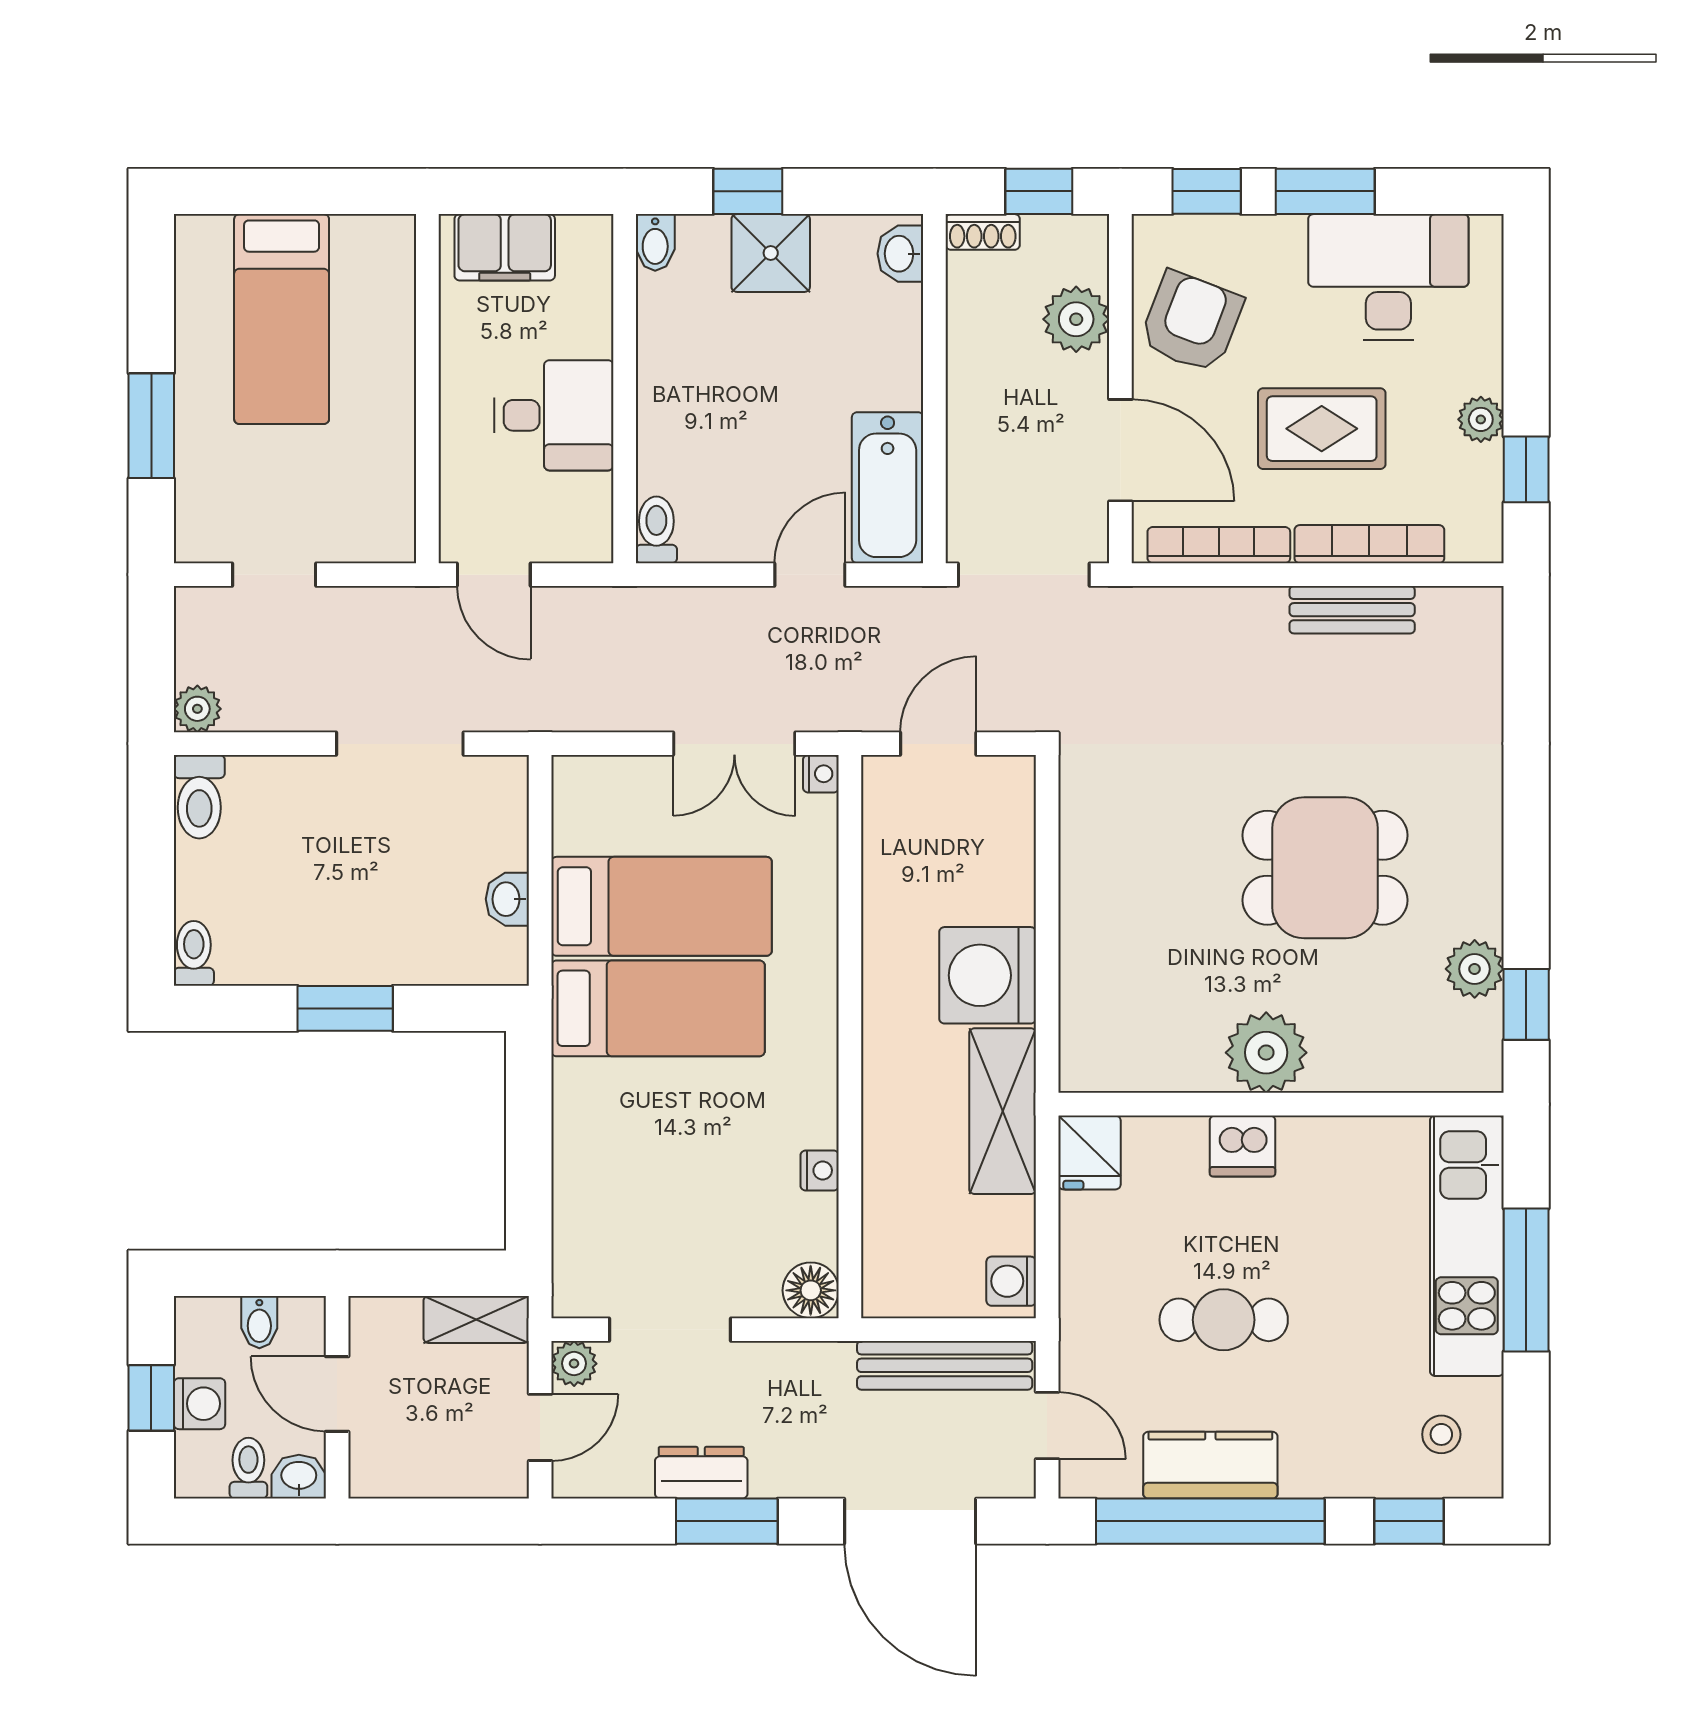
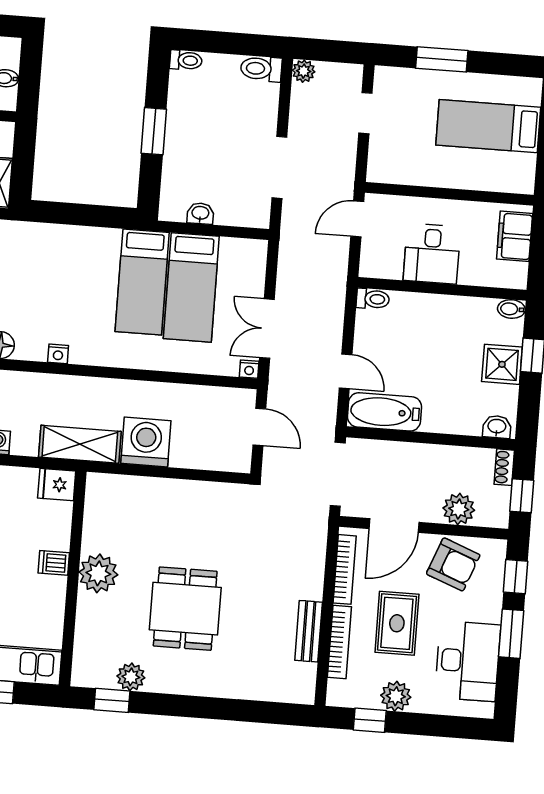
plant: (1481, 419) -> (396, 696), width x1.38, depth x1.38
dishwasher: (1242, 1146) -> (54, 563), width x0.73

